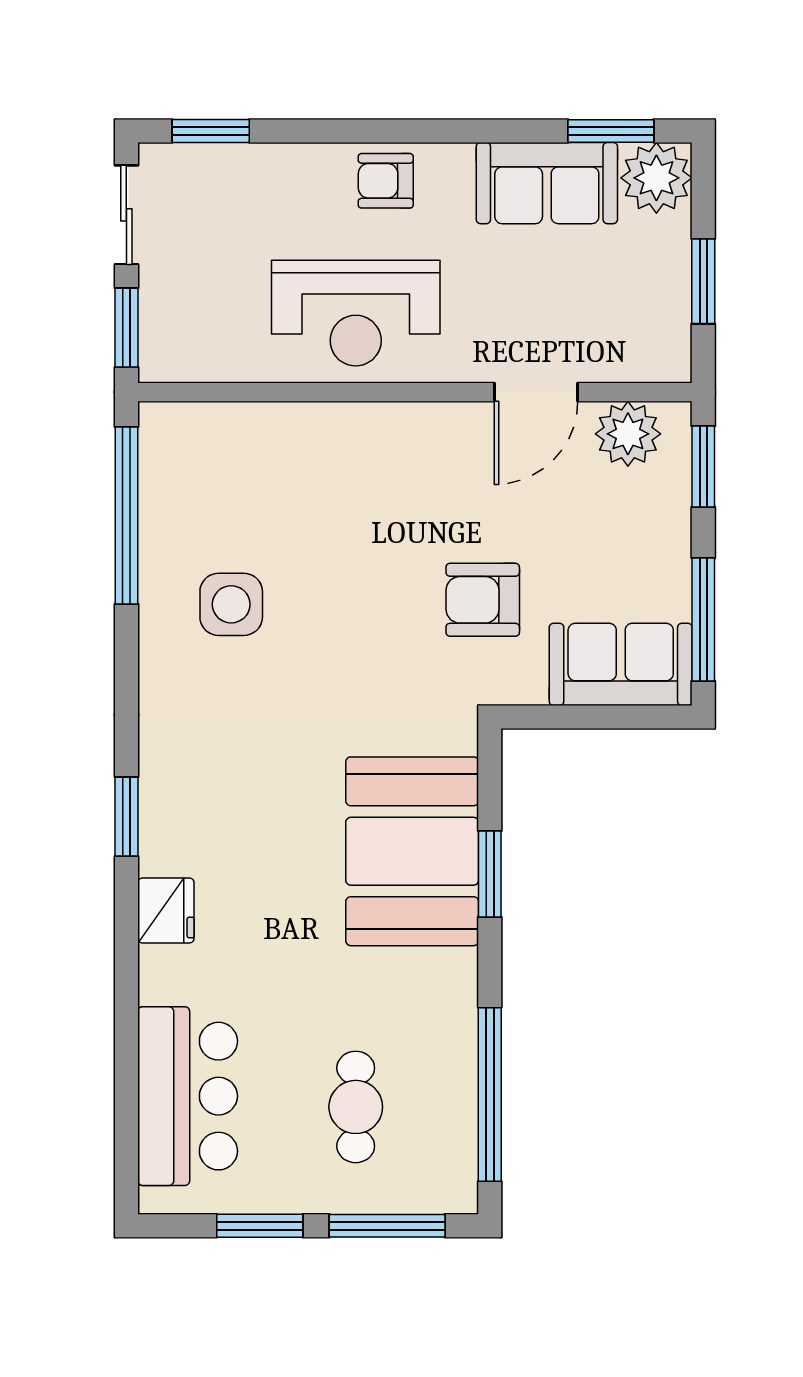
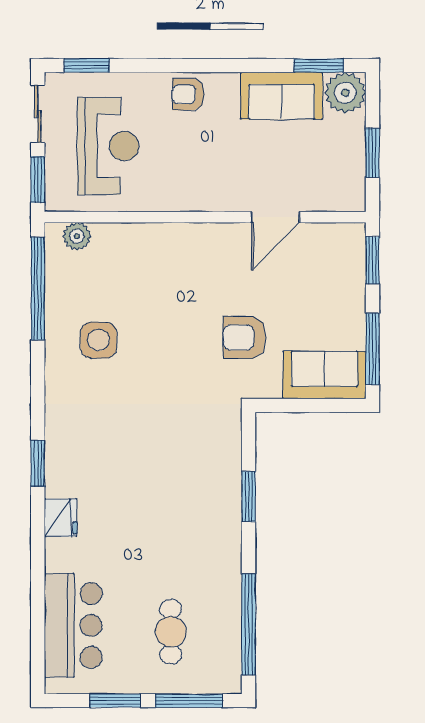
reception desk: (356, 313) -> (108, 146), moved, turned -90
plant: (628, 434) -> (77, 236), moved, width x0.73, depth x0.73
booth: (412, 851) -> (204, 483), removed

